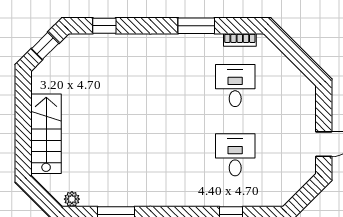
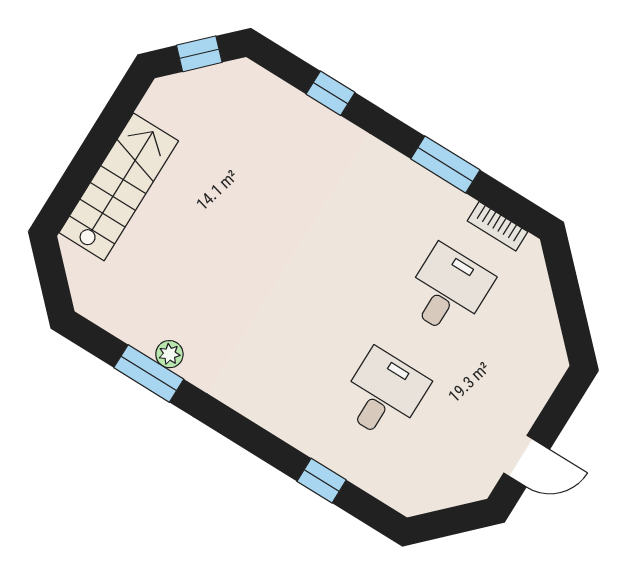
window: (104, 26) -> (330, 93), moved
plant: (72, 199) -> (169, 354), moved

